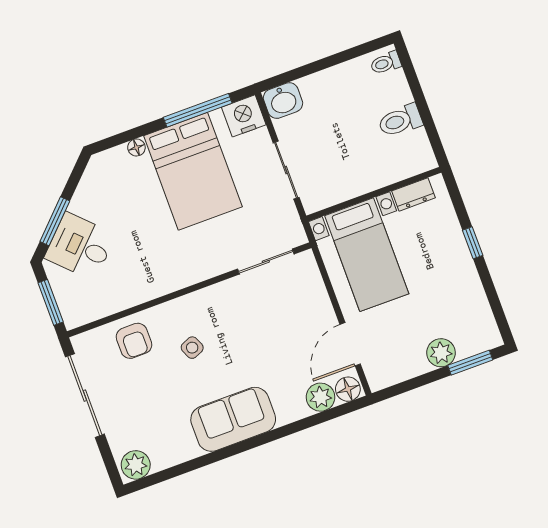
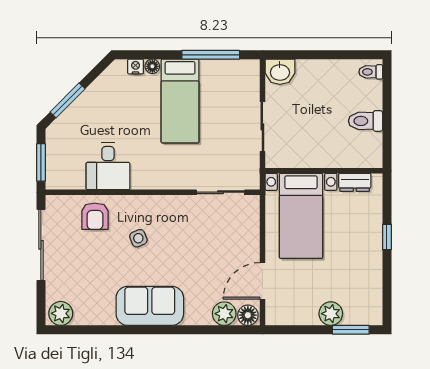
nightstand: (244, 116) -> (136, 67), moved, width x0.53, depth x0.56
bed: (193, 171) -> (180, 101), width x0.67
desk: (80, 246) -> (108, 166), moved, turned -135

